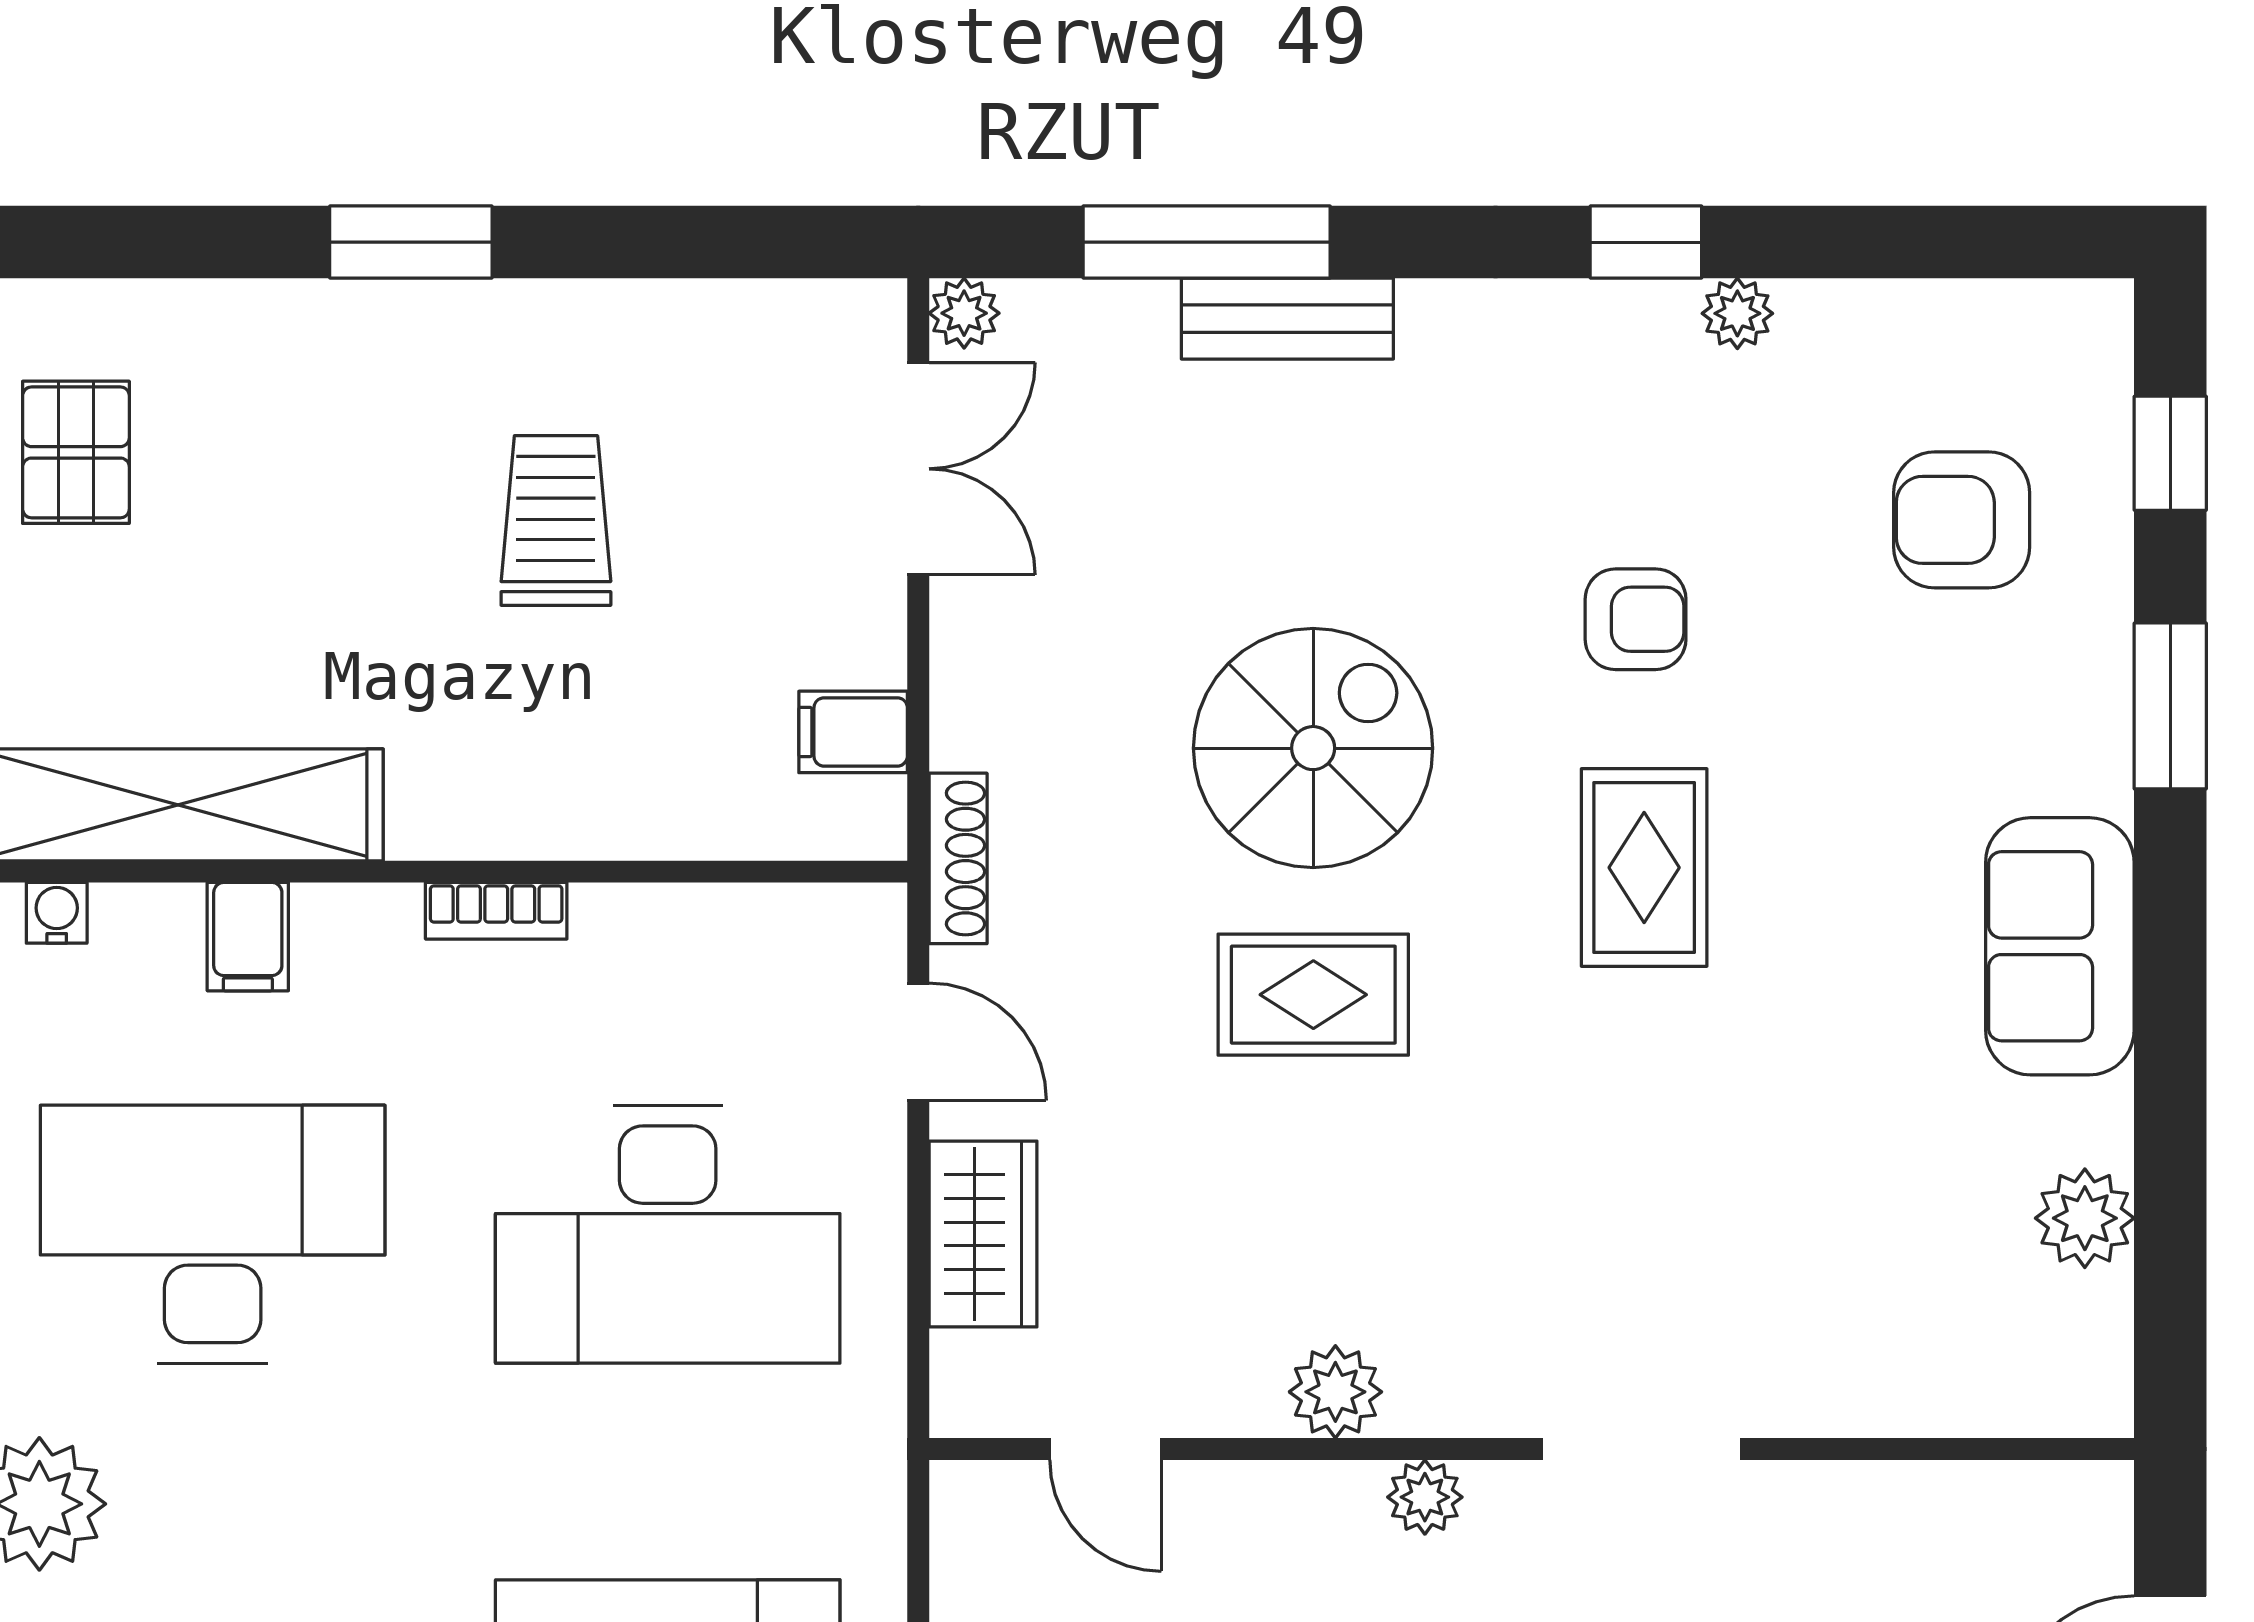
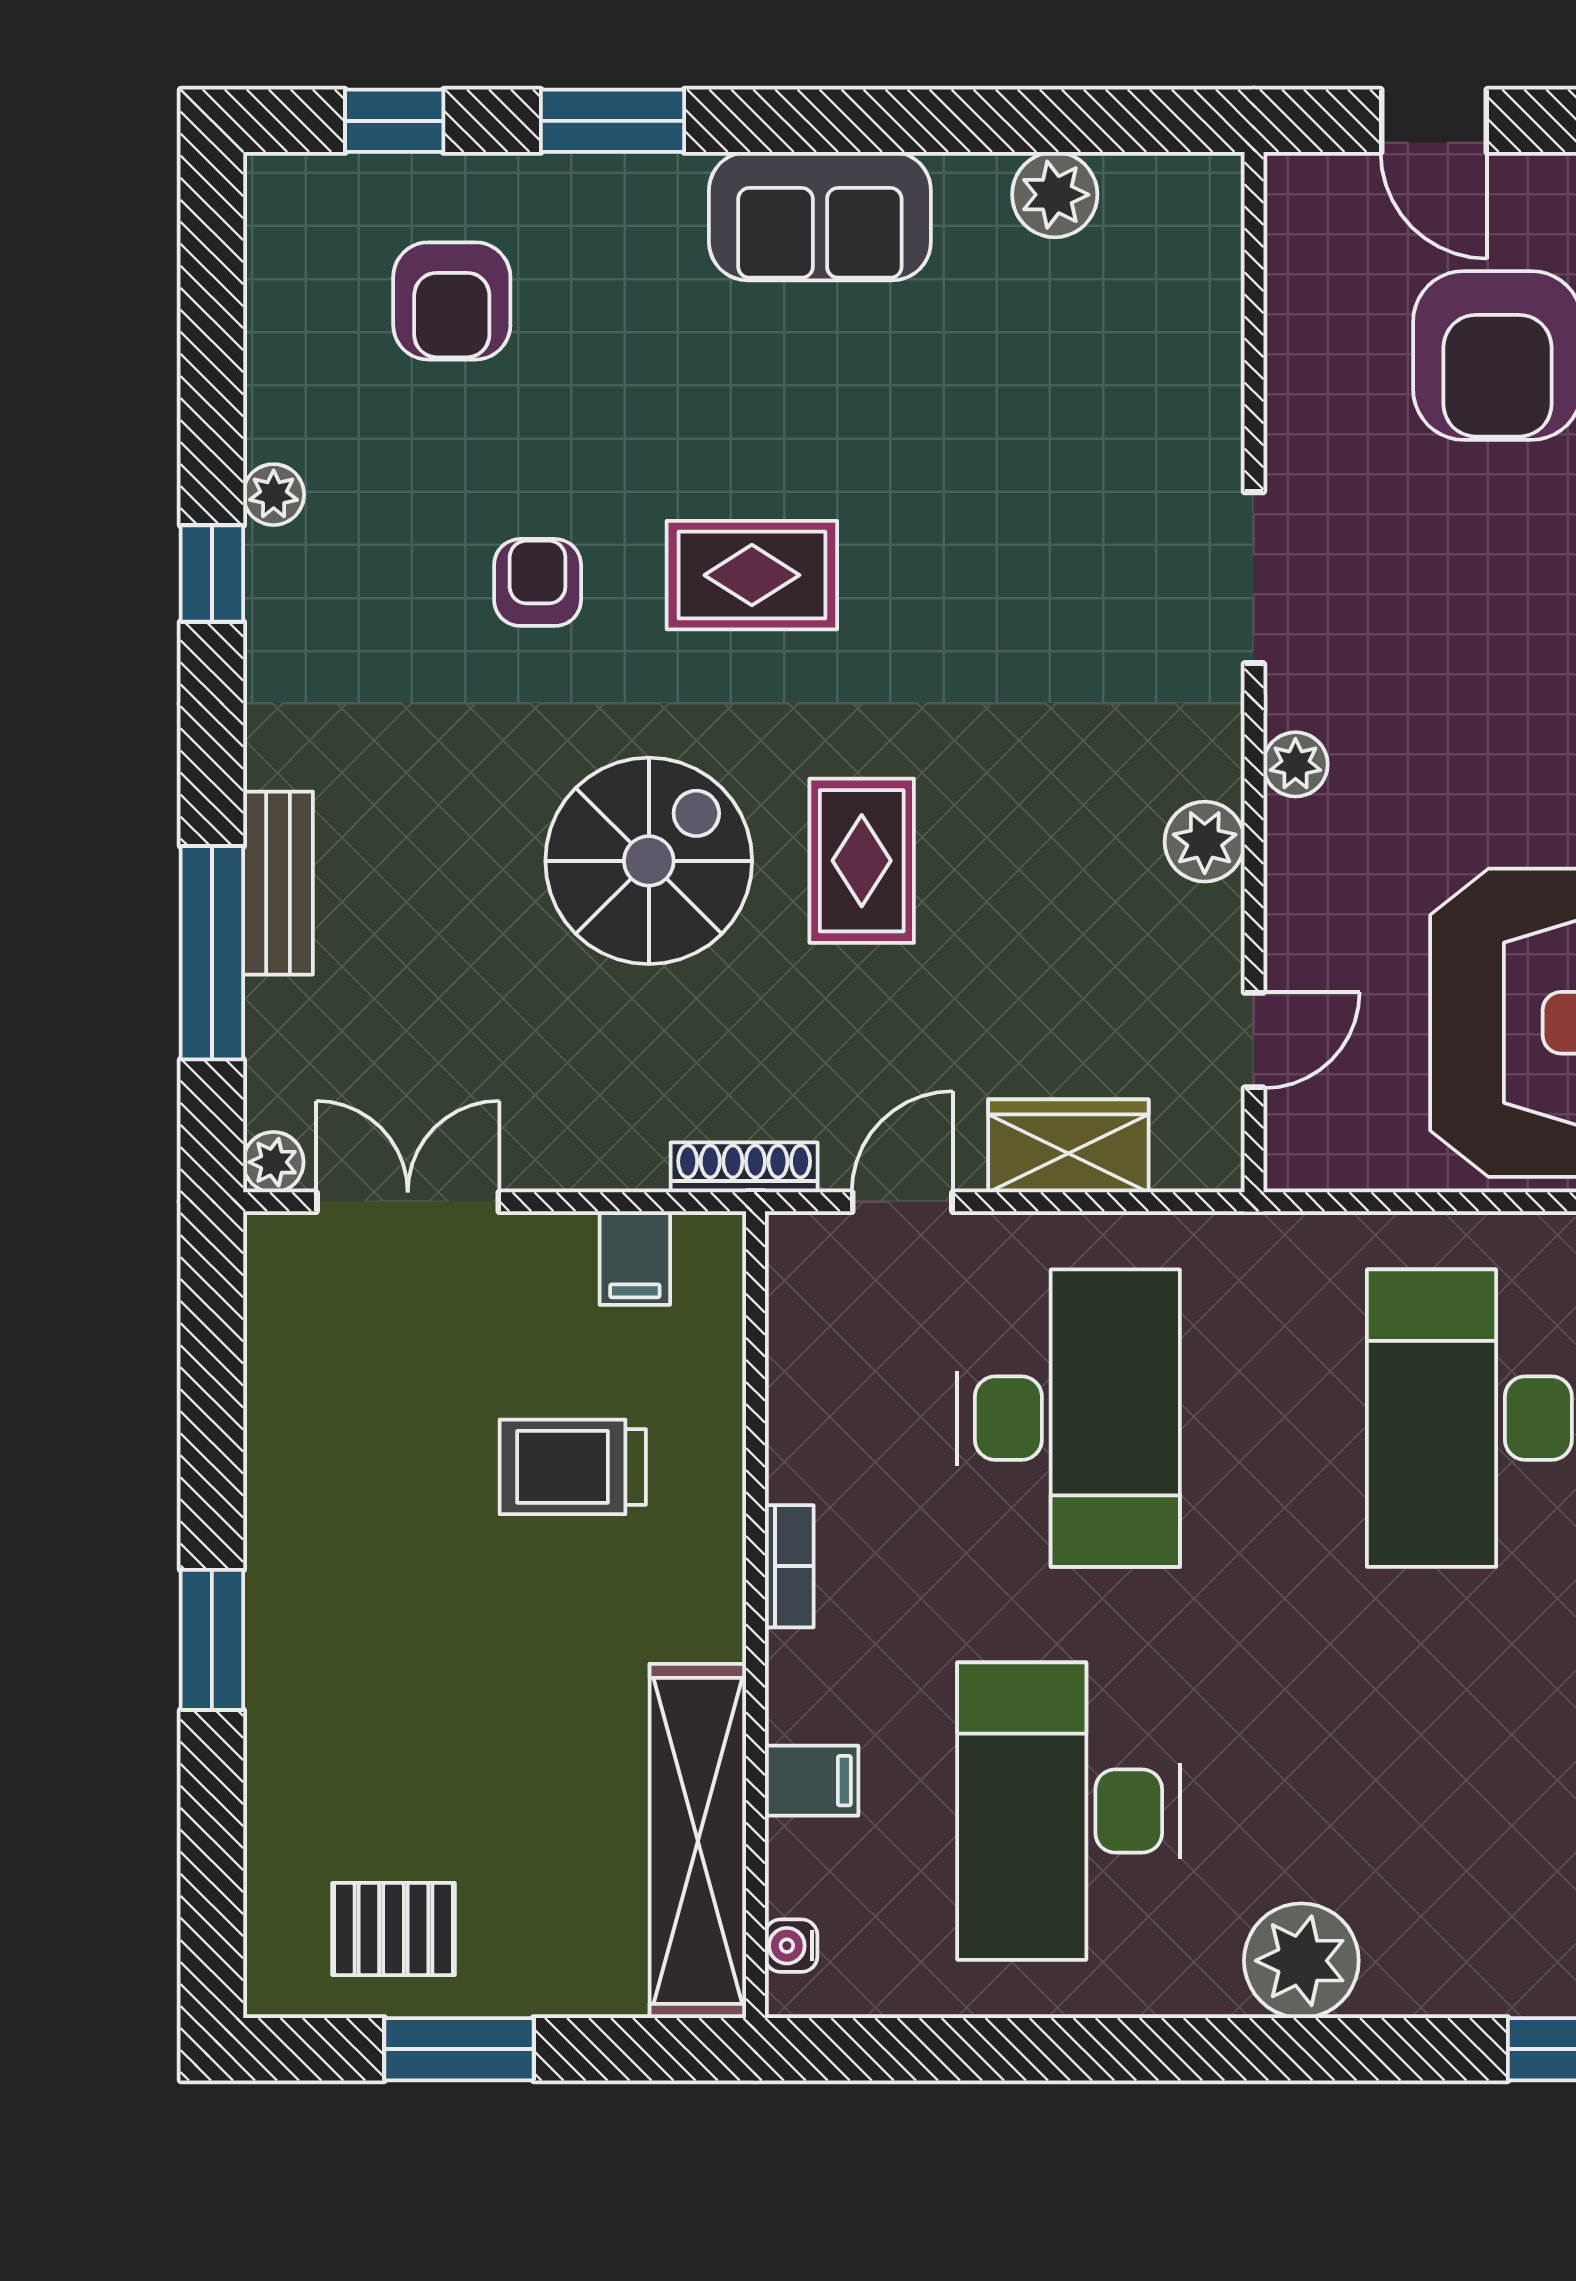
trolley: (556, 520) -> (573, 1467), moved
spiral stairs: (1313, 748) -> (649, 861), turned 90

